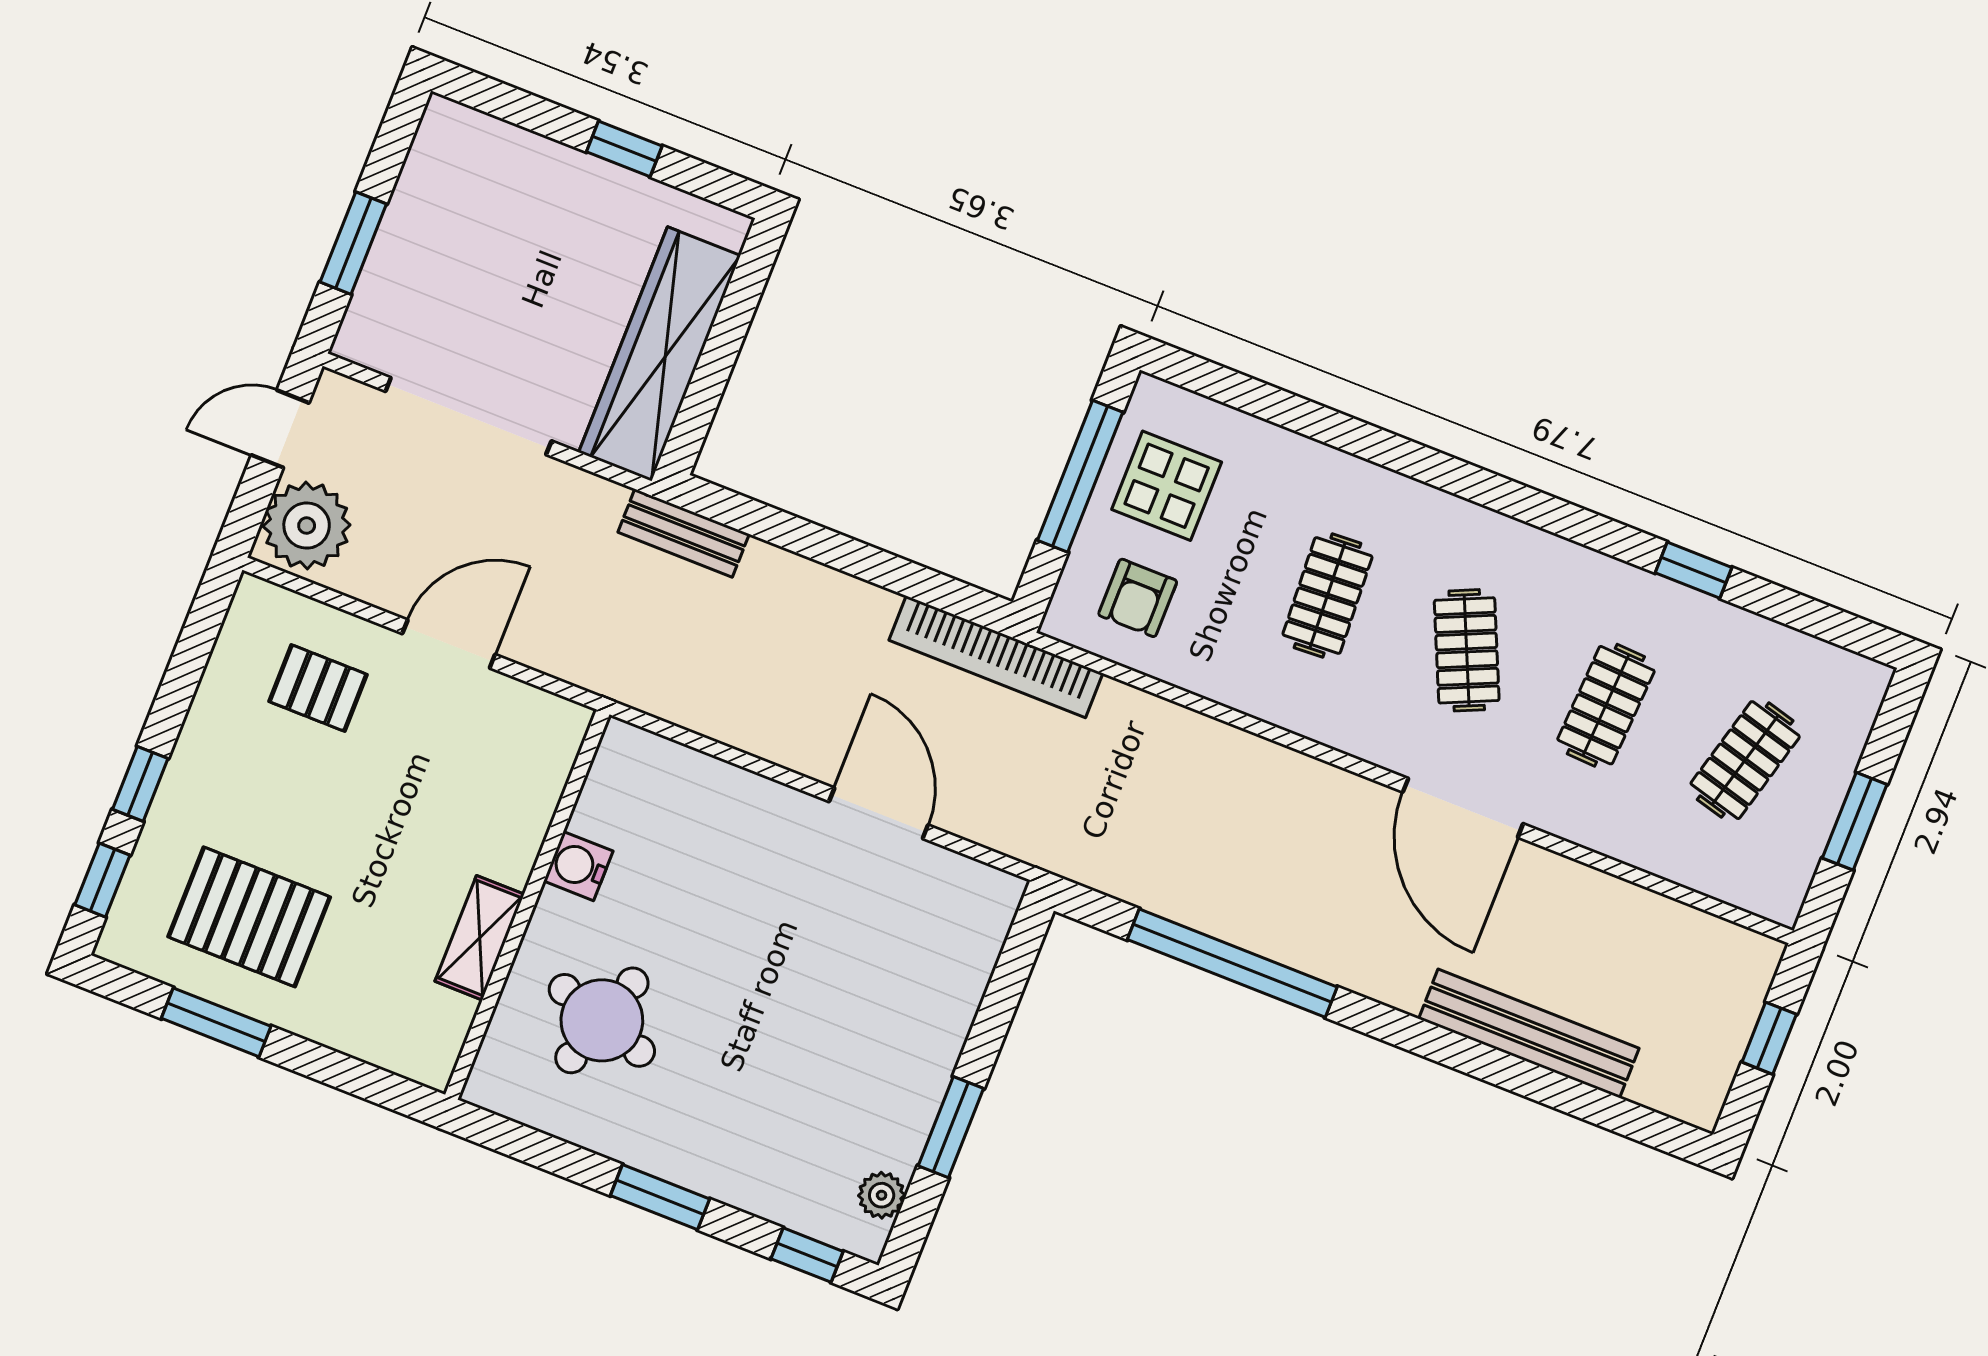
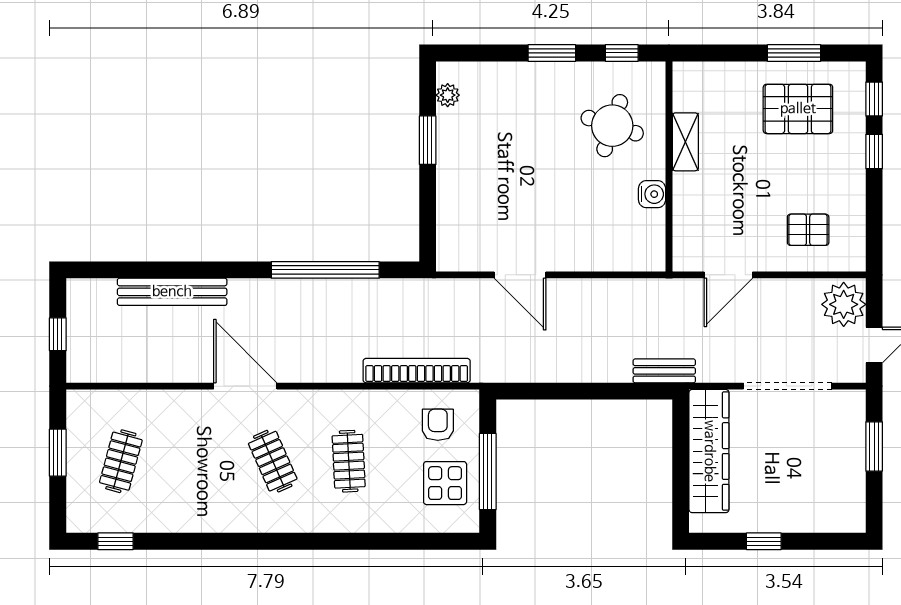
window: (1693, 570) -> (116, 541), moved
door: (449, 644) -> (728, 275), moved
bookcase: (996, 657) -> (417, 371), moved
clothes rail: (1606, 705) -> (197, 461), removed
window: (807, 1255) -> (622, 53), moved

